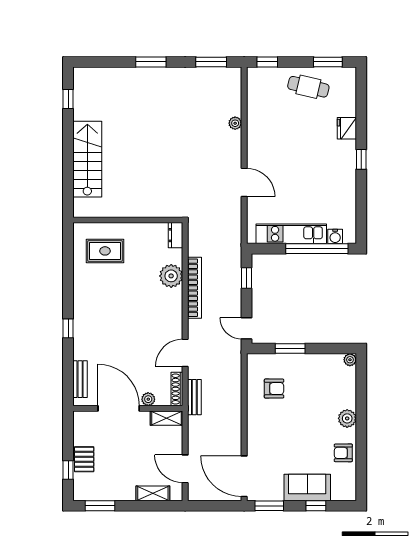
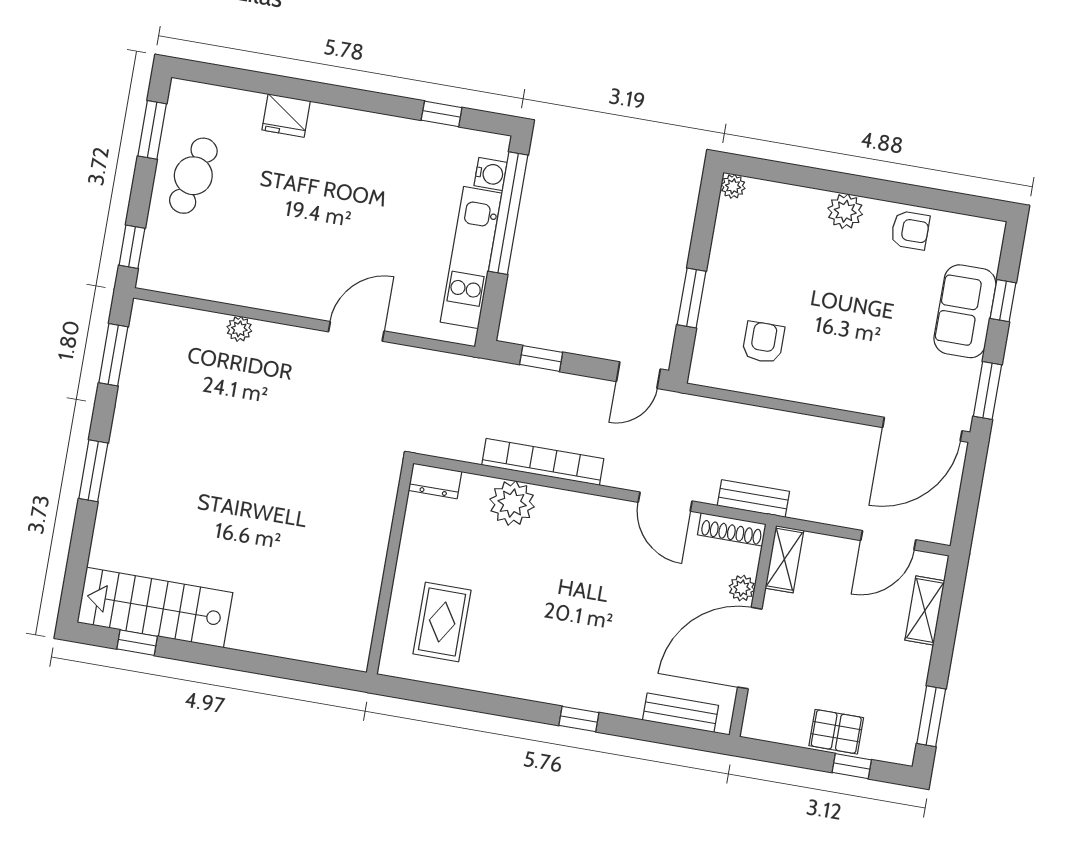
stairs: (87, 159) -> (155, 608), moved
window: (361, 159) -> (442, 114), moved
armchair: (343, 453) -> (910, 230), turned -90

